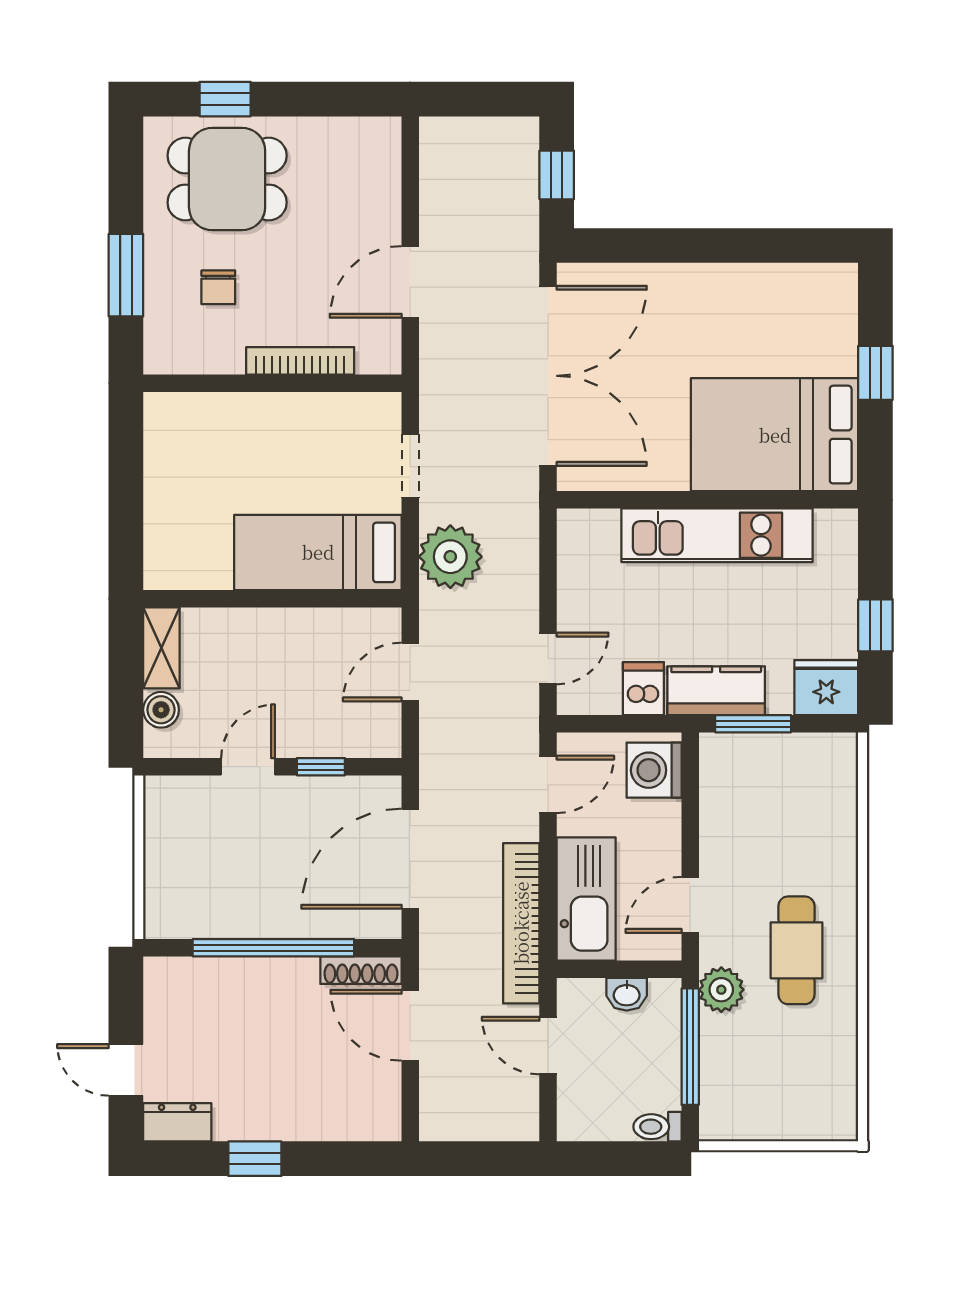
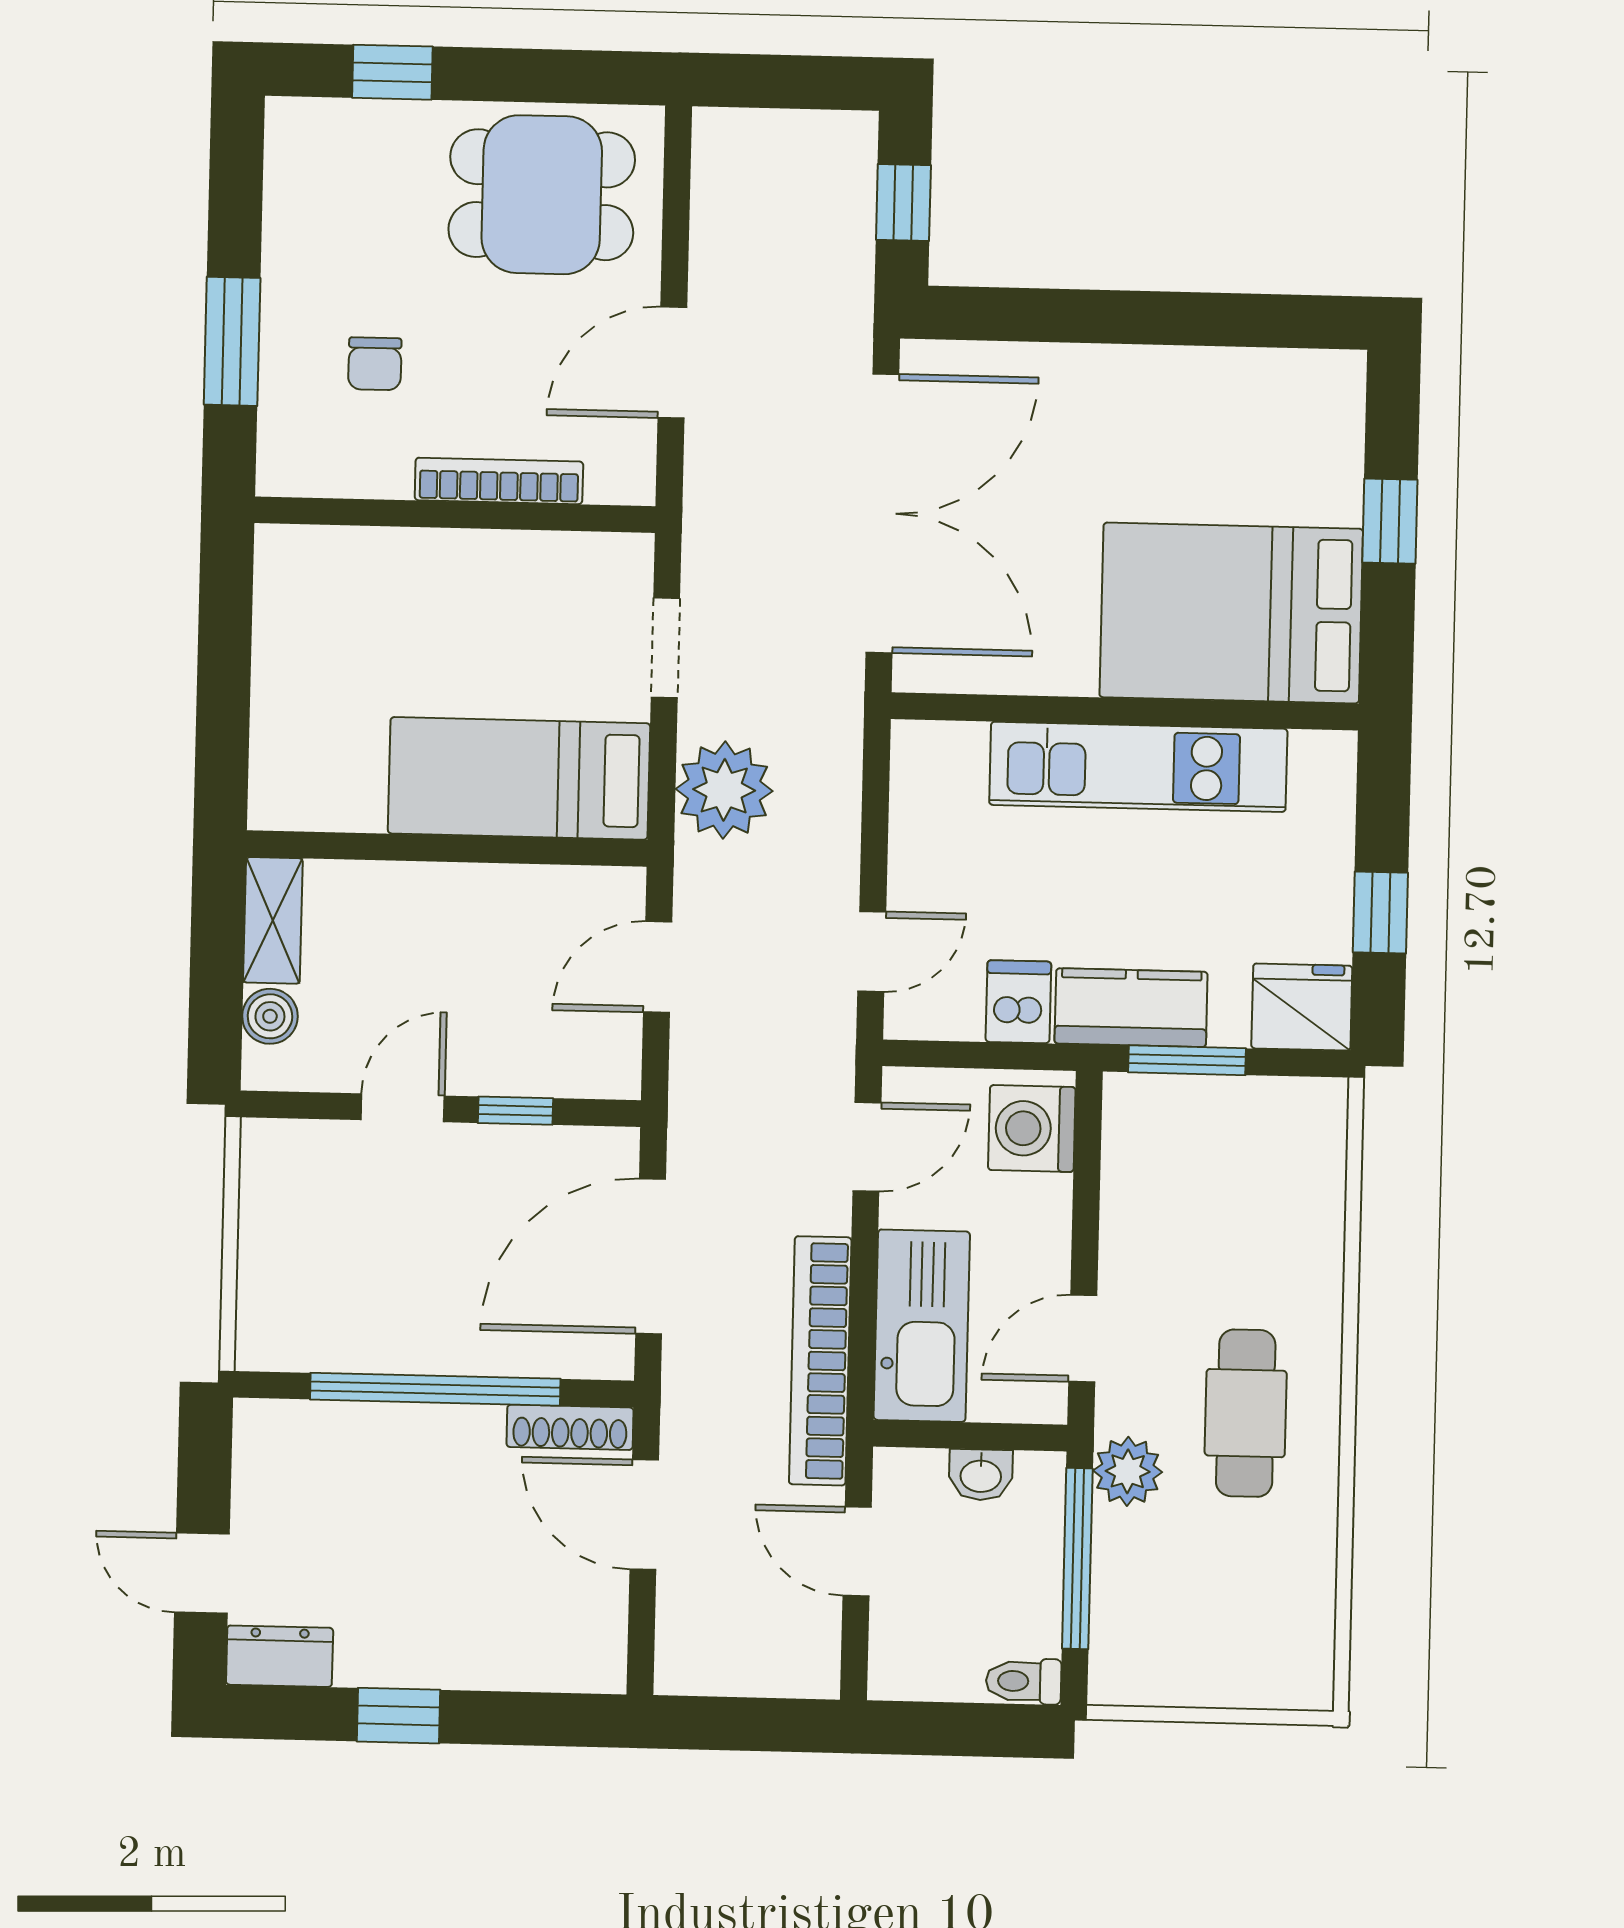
dining table: (227, 179) -> (542, 195), moved

